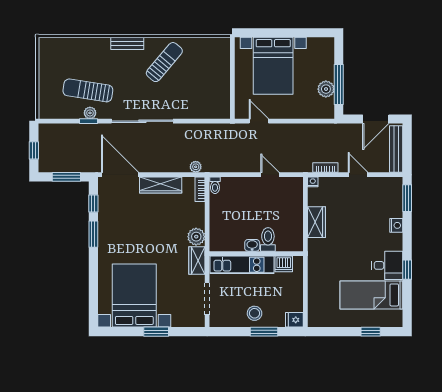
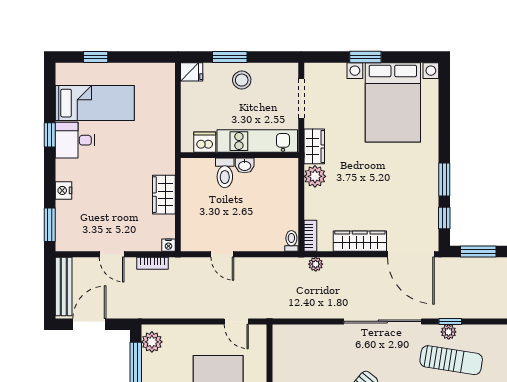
plant: (326, 89) -> (152, 342), moved

